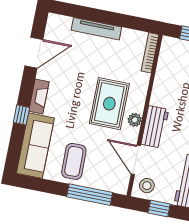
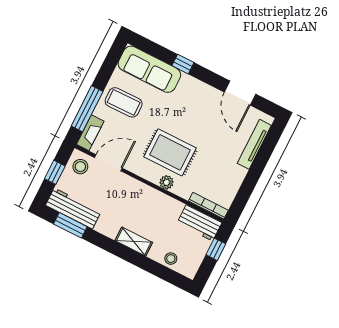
tv unit: (96, 29) -> (254, 144), moved
fireplace: (39, 96) -> (90, 133), moved, turned -90
plant: (135, 120) -> (167, 182), moved
workbench: (155, 127) -> (199, 223), moved

